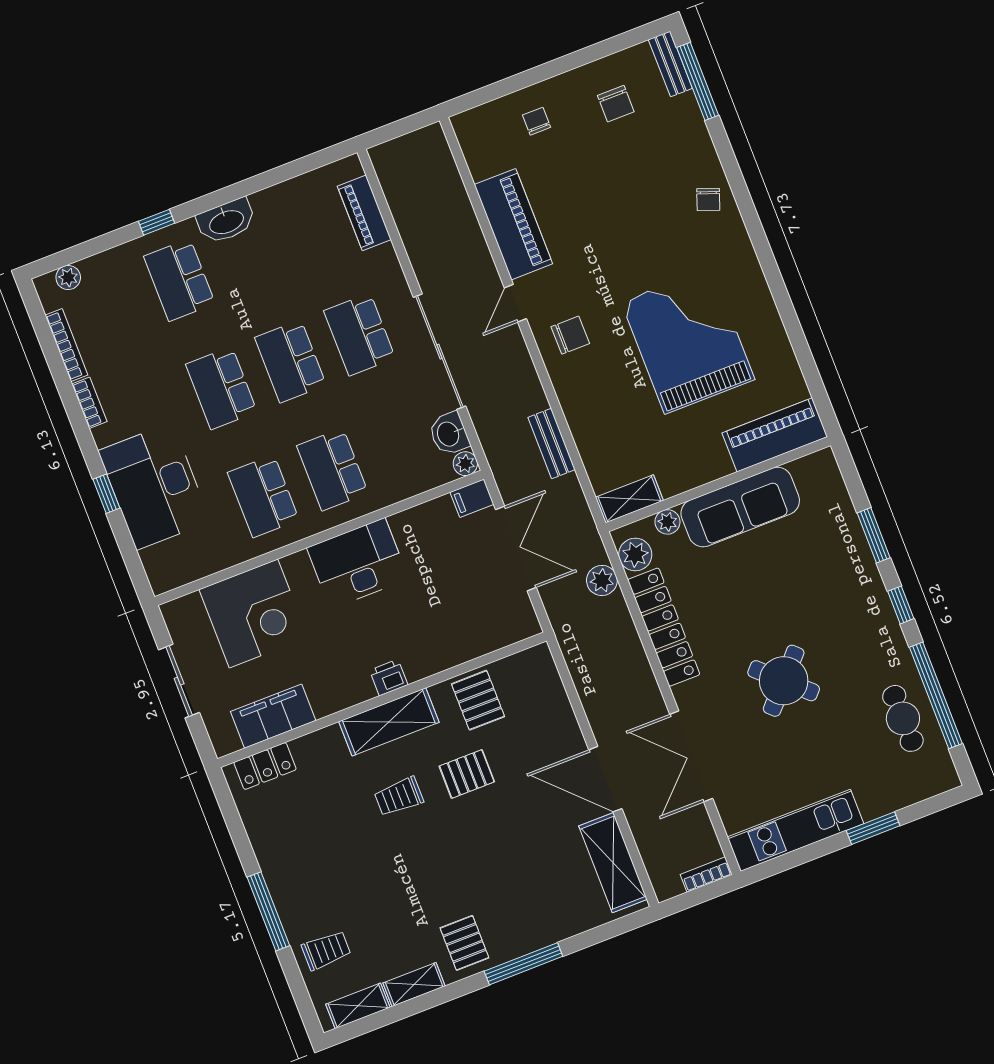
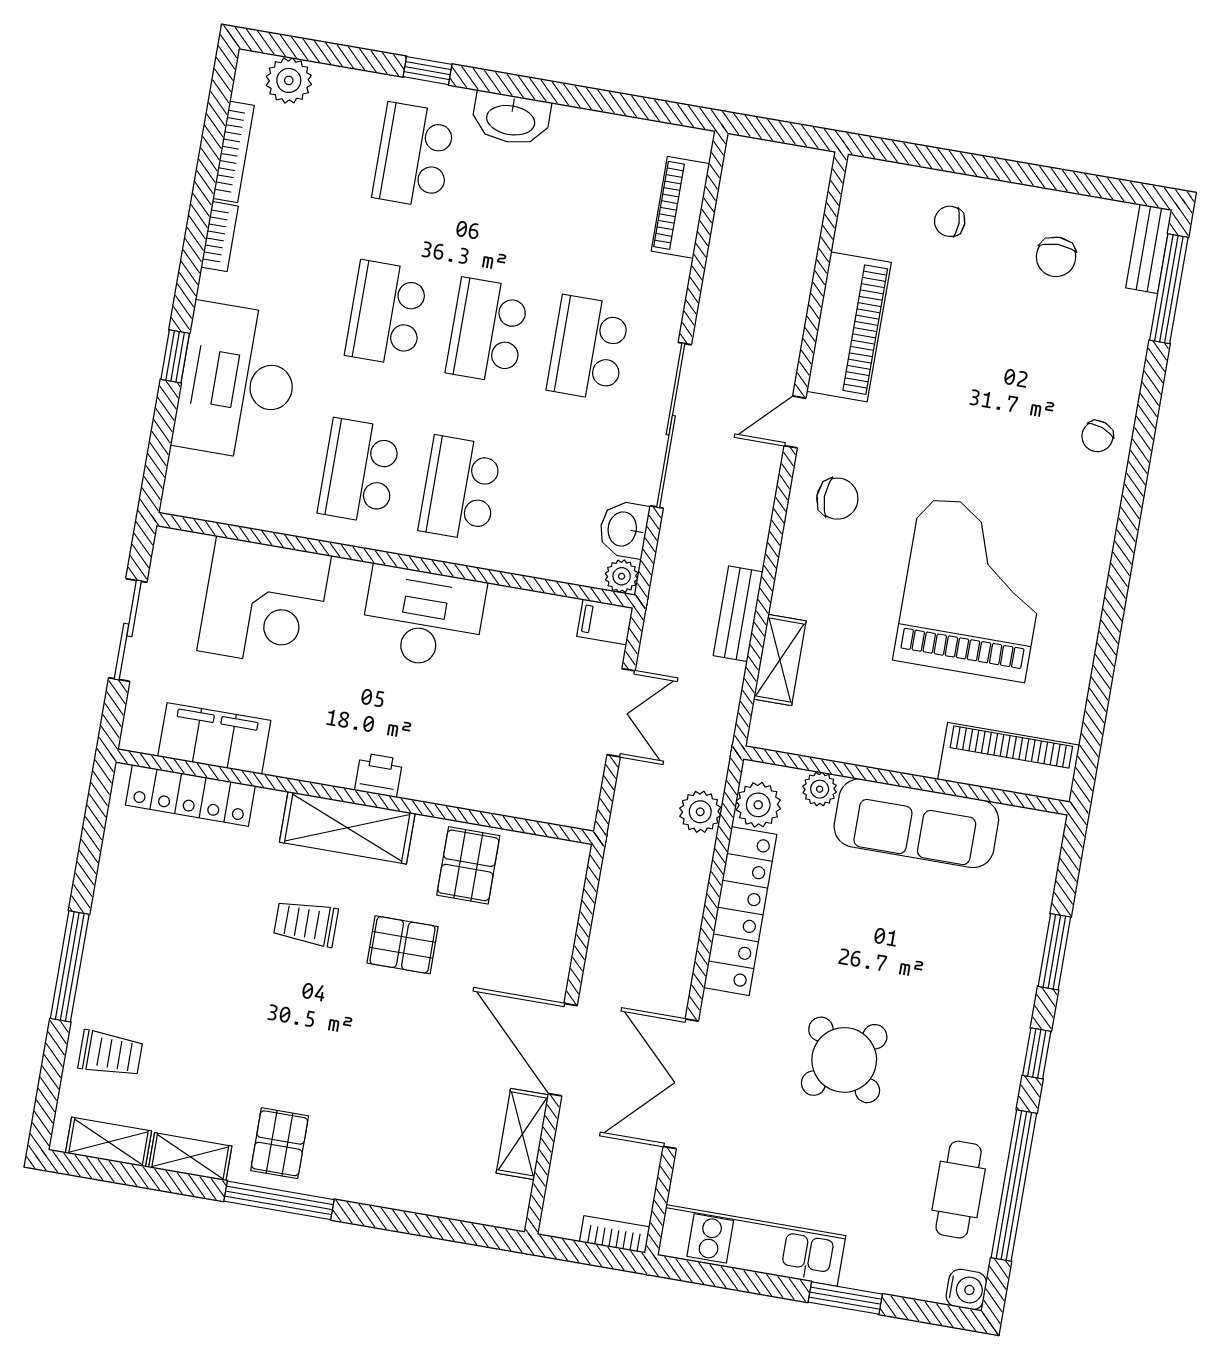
chair: (537, 121) -> (950, 221), turned -90
plant: (68, 278) -> (289, 80), width x1.38, depth x1.38
shelving: (629, 499) -> (780, 660), moved, turned 90
double door: (516, 549) -> (621, 713), width x0.73
locker: (265, 766) -> (190, 795), width x1.53
water cooler: (945, 778) -> (966, 1289), added
shelving: (613, 863) -> (522, 1134), width x0.67, depth x0.75
window: (523, 964) -> (279, 1200), moved

